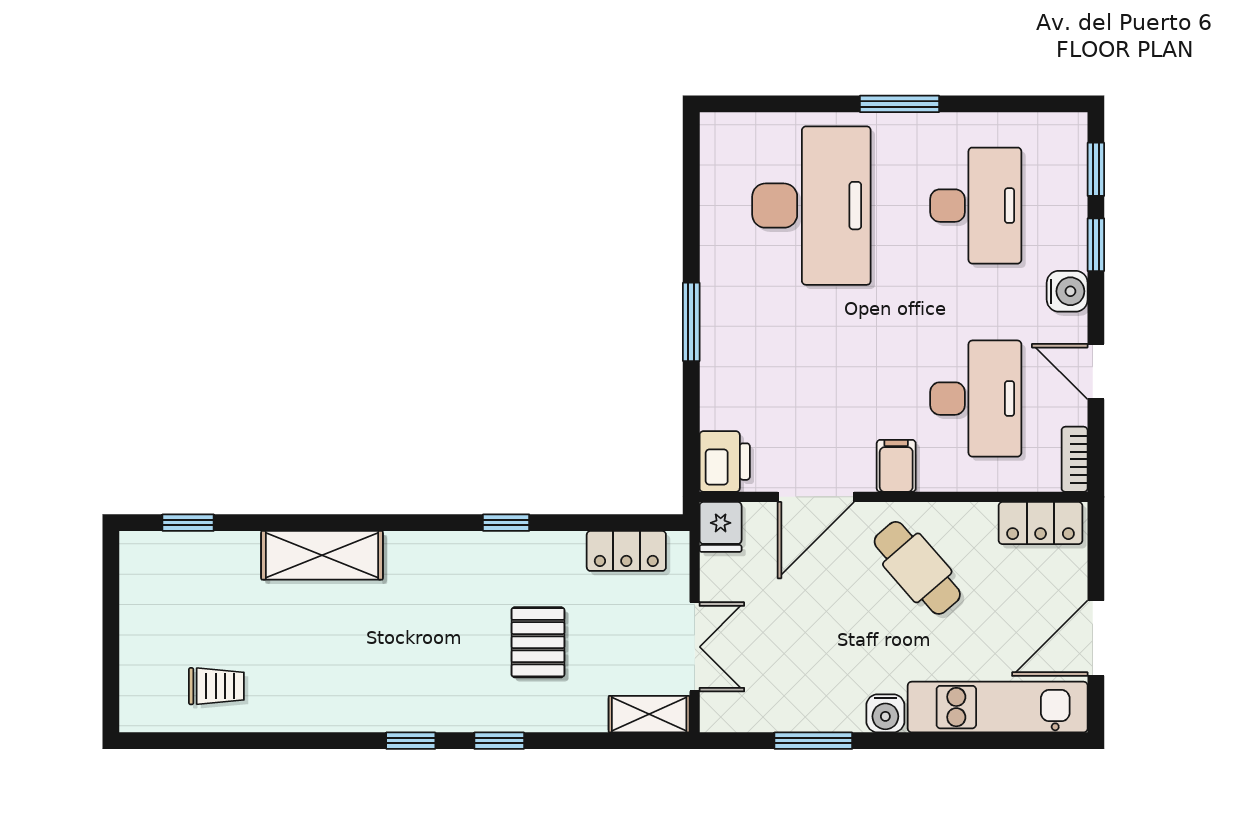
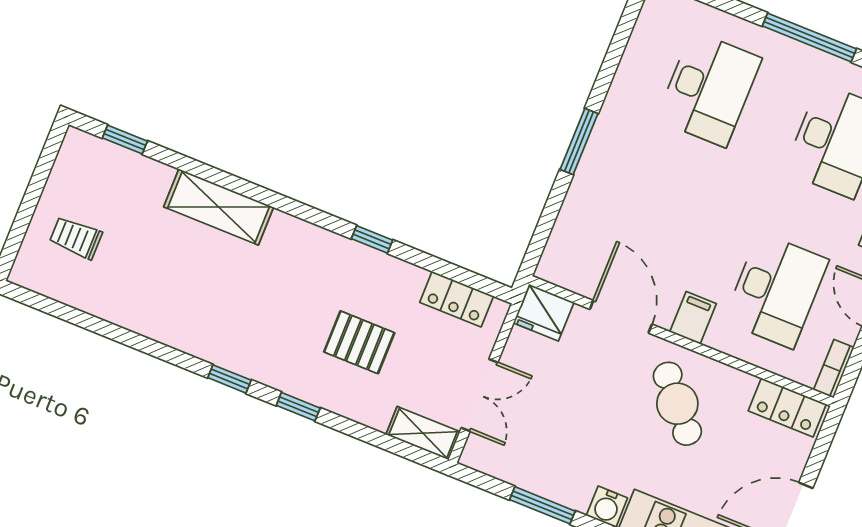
window: (900, 104) -> (809, 37), width x1.44
desk: (811, 206) -> (709, 89), width x0.73, depth x0.77
printer: (725, 462) -> (561, 261), removed
door: (816, 497) -> (621, 317), swing flipped
fridge: (721, 527) -> (544, 313), width x1.38
pallet: (538, 642) -> (359, 342), turned 90
trolley: (216, 686) -> (76, 238), moved, turned 180

